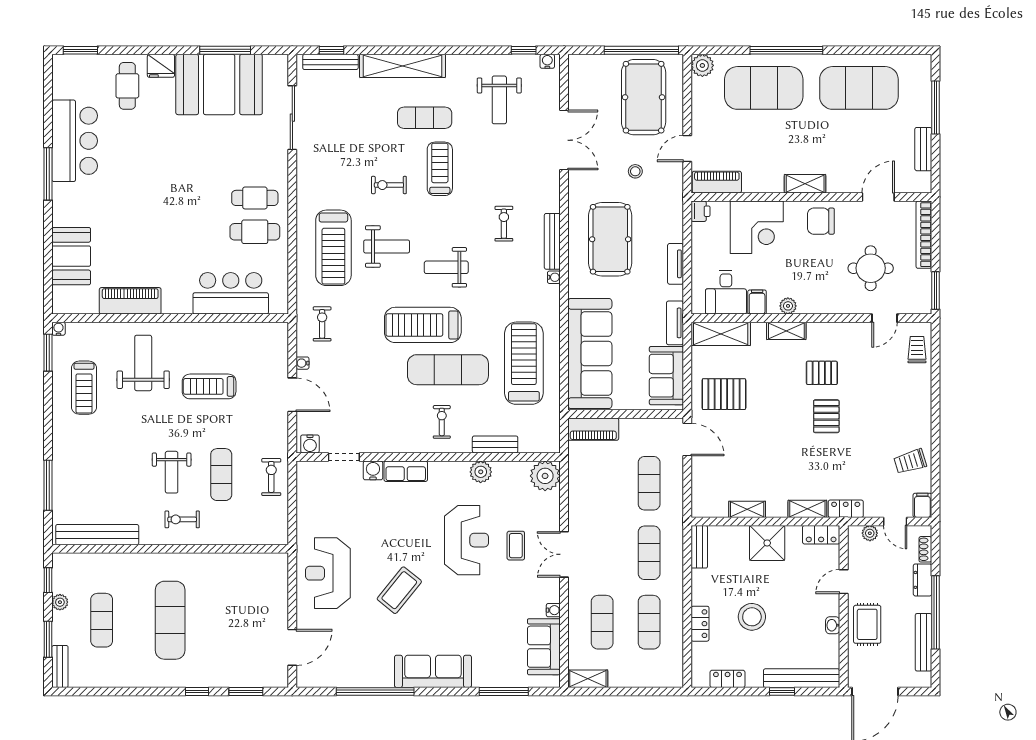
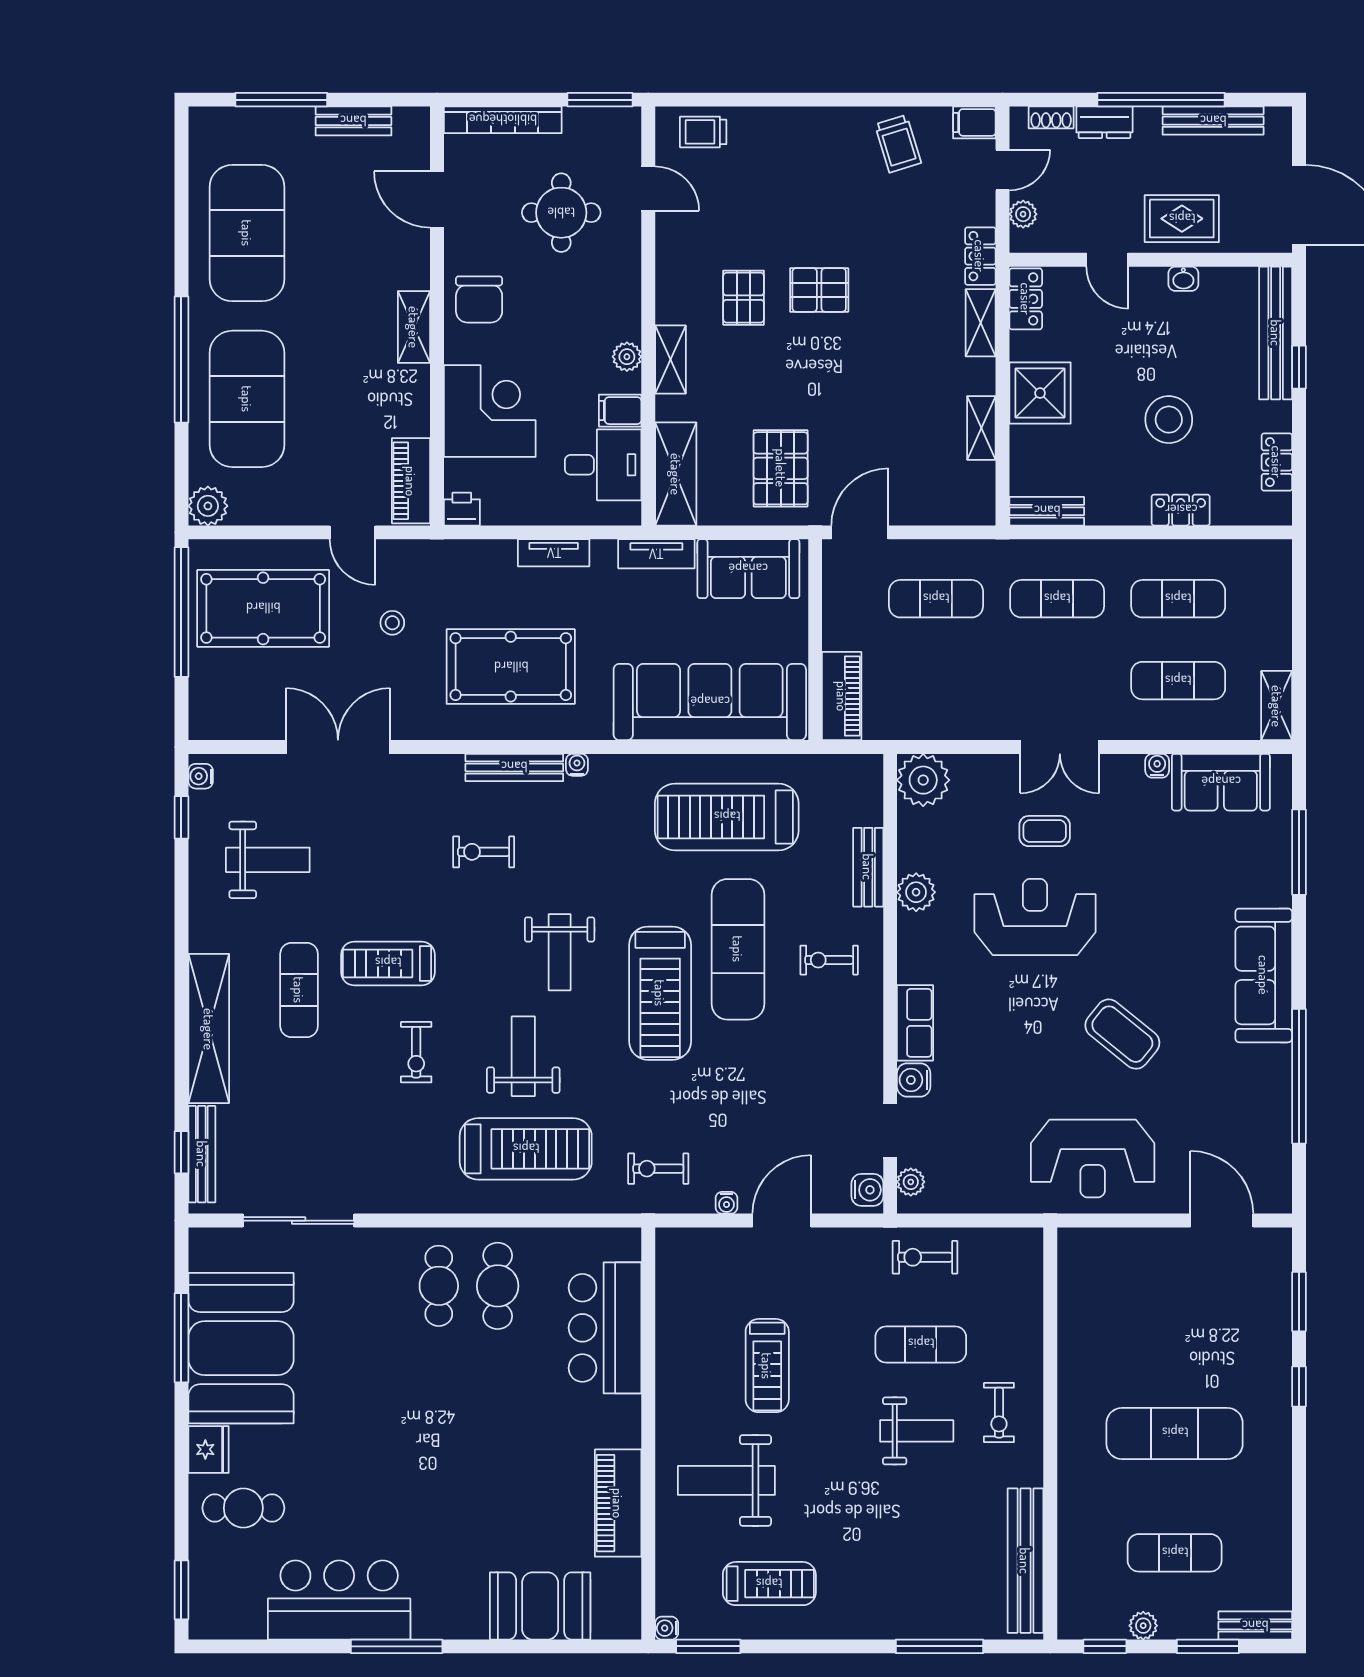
plant: (314, 469) -> (911, 1182), added

